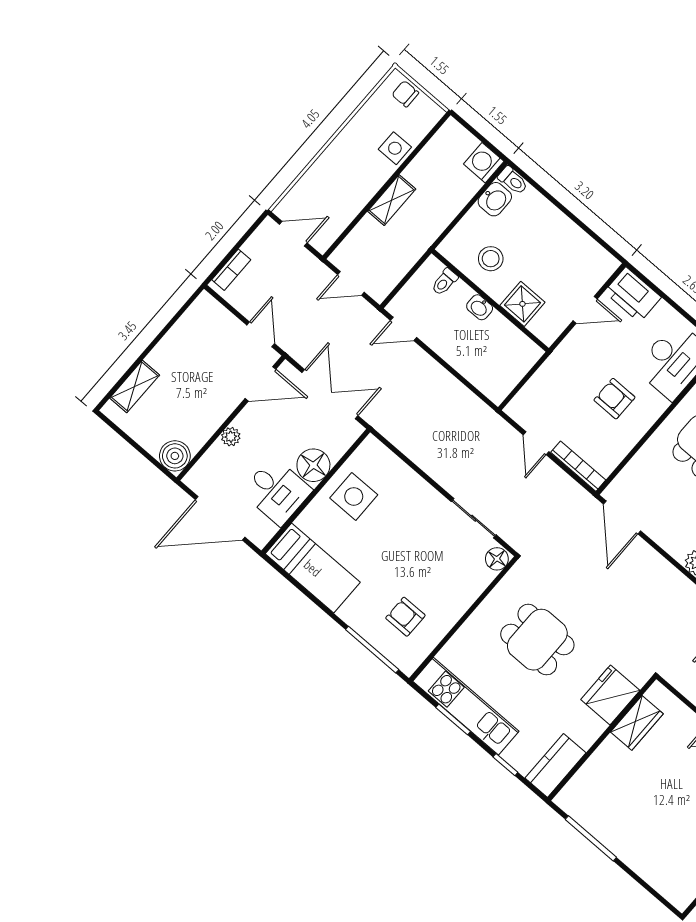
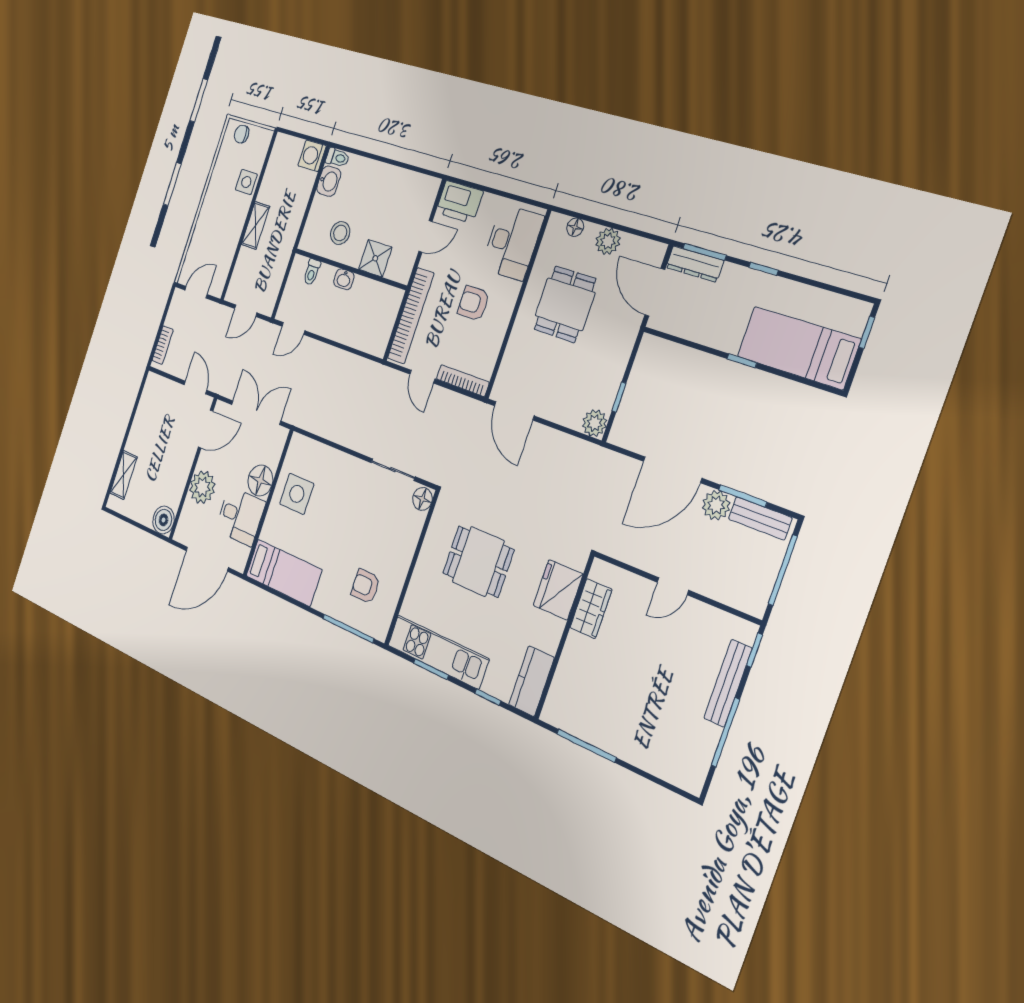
bookcase: (543, 379) -> (411, 316), added
plant: (231, 437) -> (202, 487), width x1.87, depth x1.87

